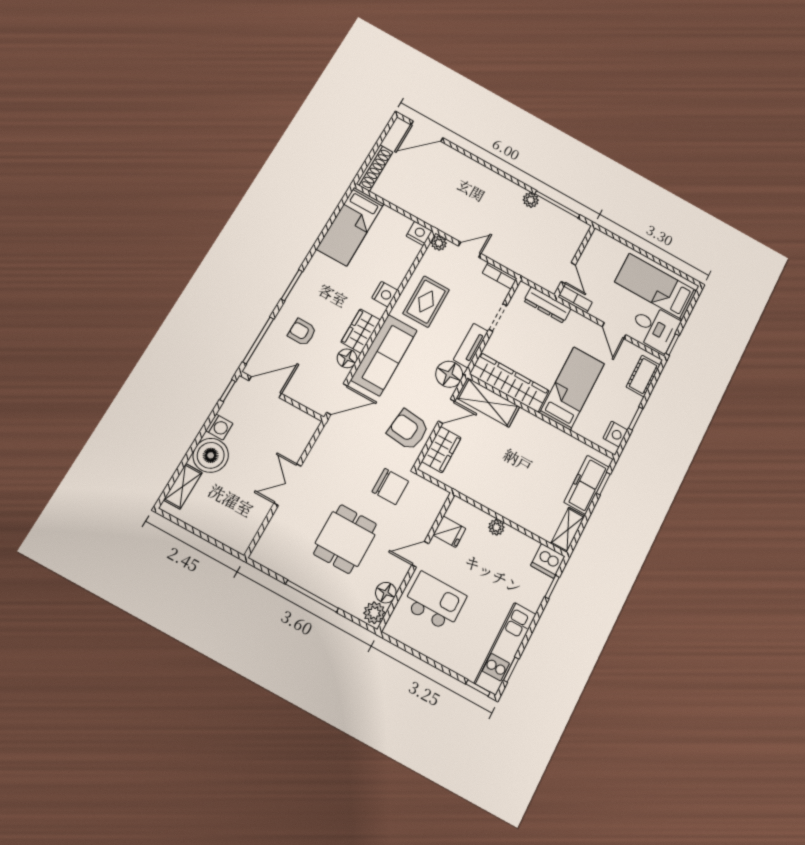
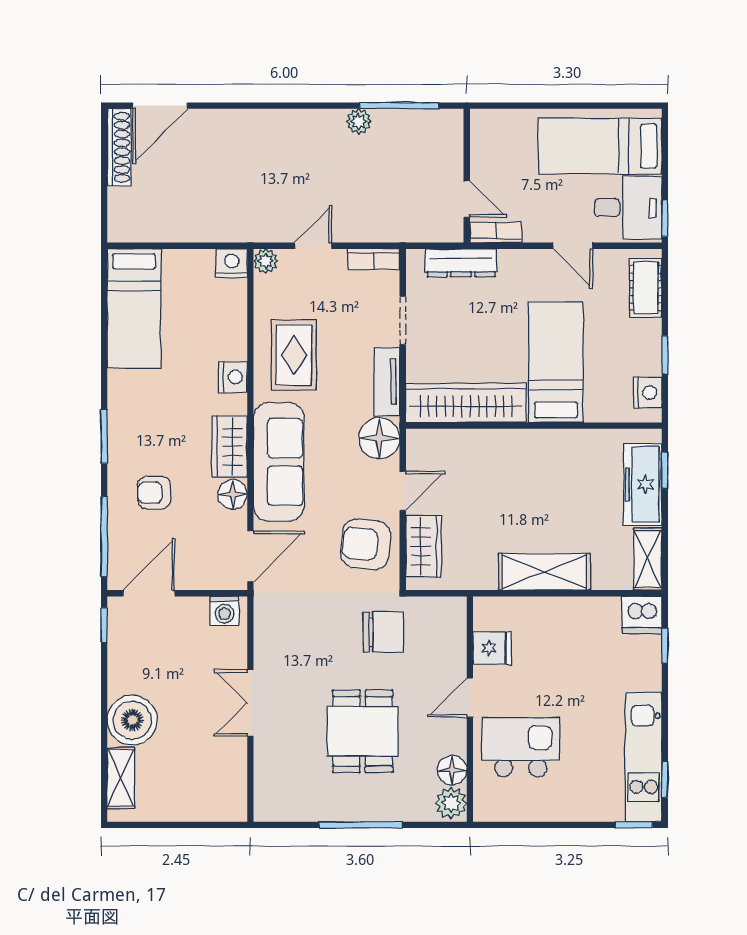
shoe rack: (375, 168) -> (119, 147), moved
shelving: (488, 402) -> (544, 572), moved
washing machine: (219, 427) -> (225, 611), moved, turned 90
plant: (496, 527) -> (551, 608), removed

